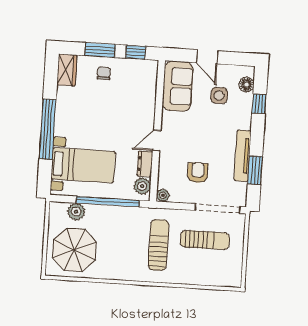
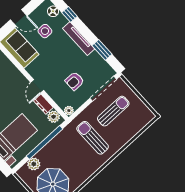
tv unit: (243, 156) -> (79, 39), moved
armchair: (198, 173) -> (75, 81), turned -90

